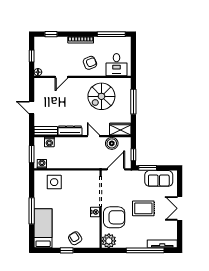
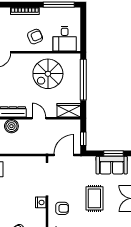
window: (133, 102) -> (83, 80), width x1.46
boiler: (112, 143) -> (11, 126), moved
window: (148, 168) -> (113, 153), moved
rug: (143, 208) -> (94, 198), turned 90
armchair: (114, 217) -> (62, 208), width x0.53, depth x0.53

